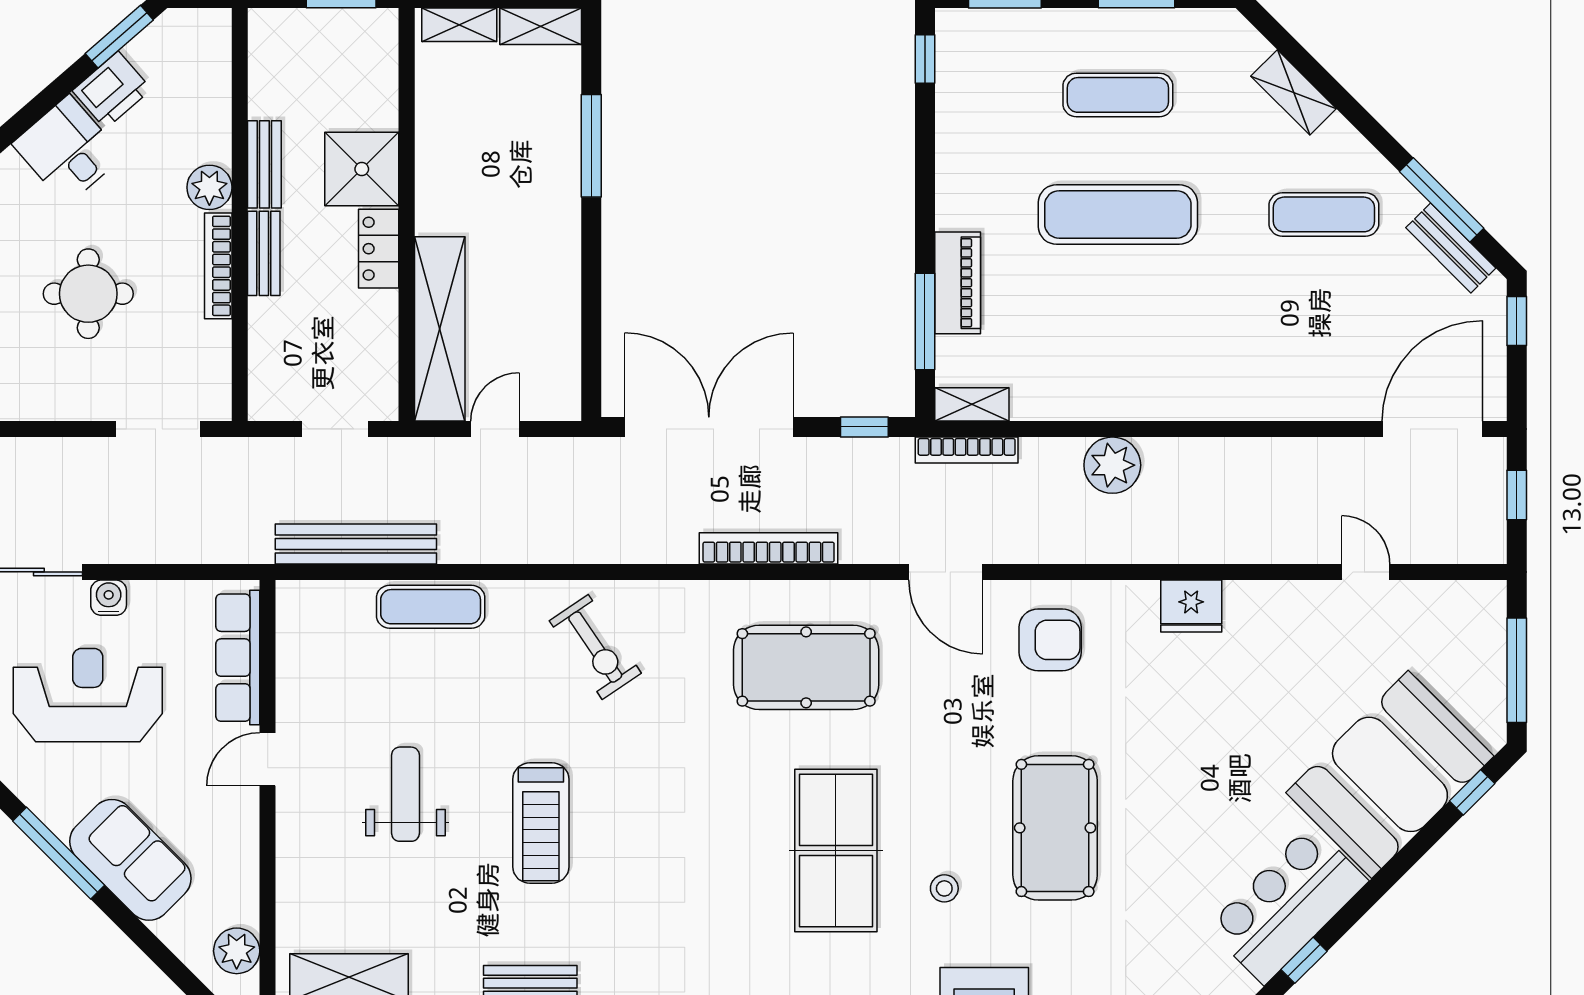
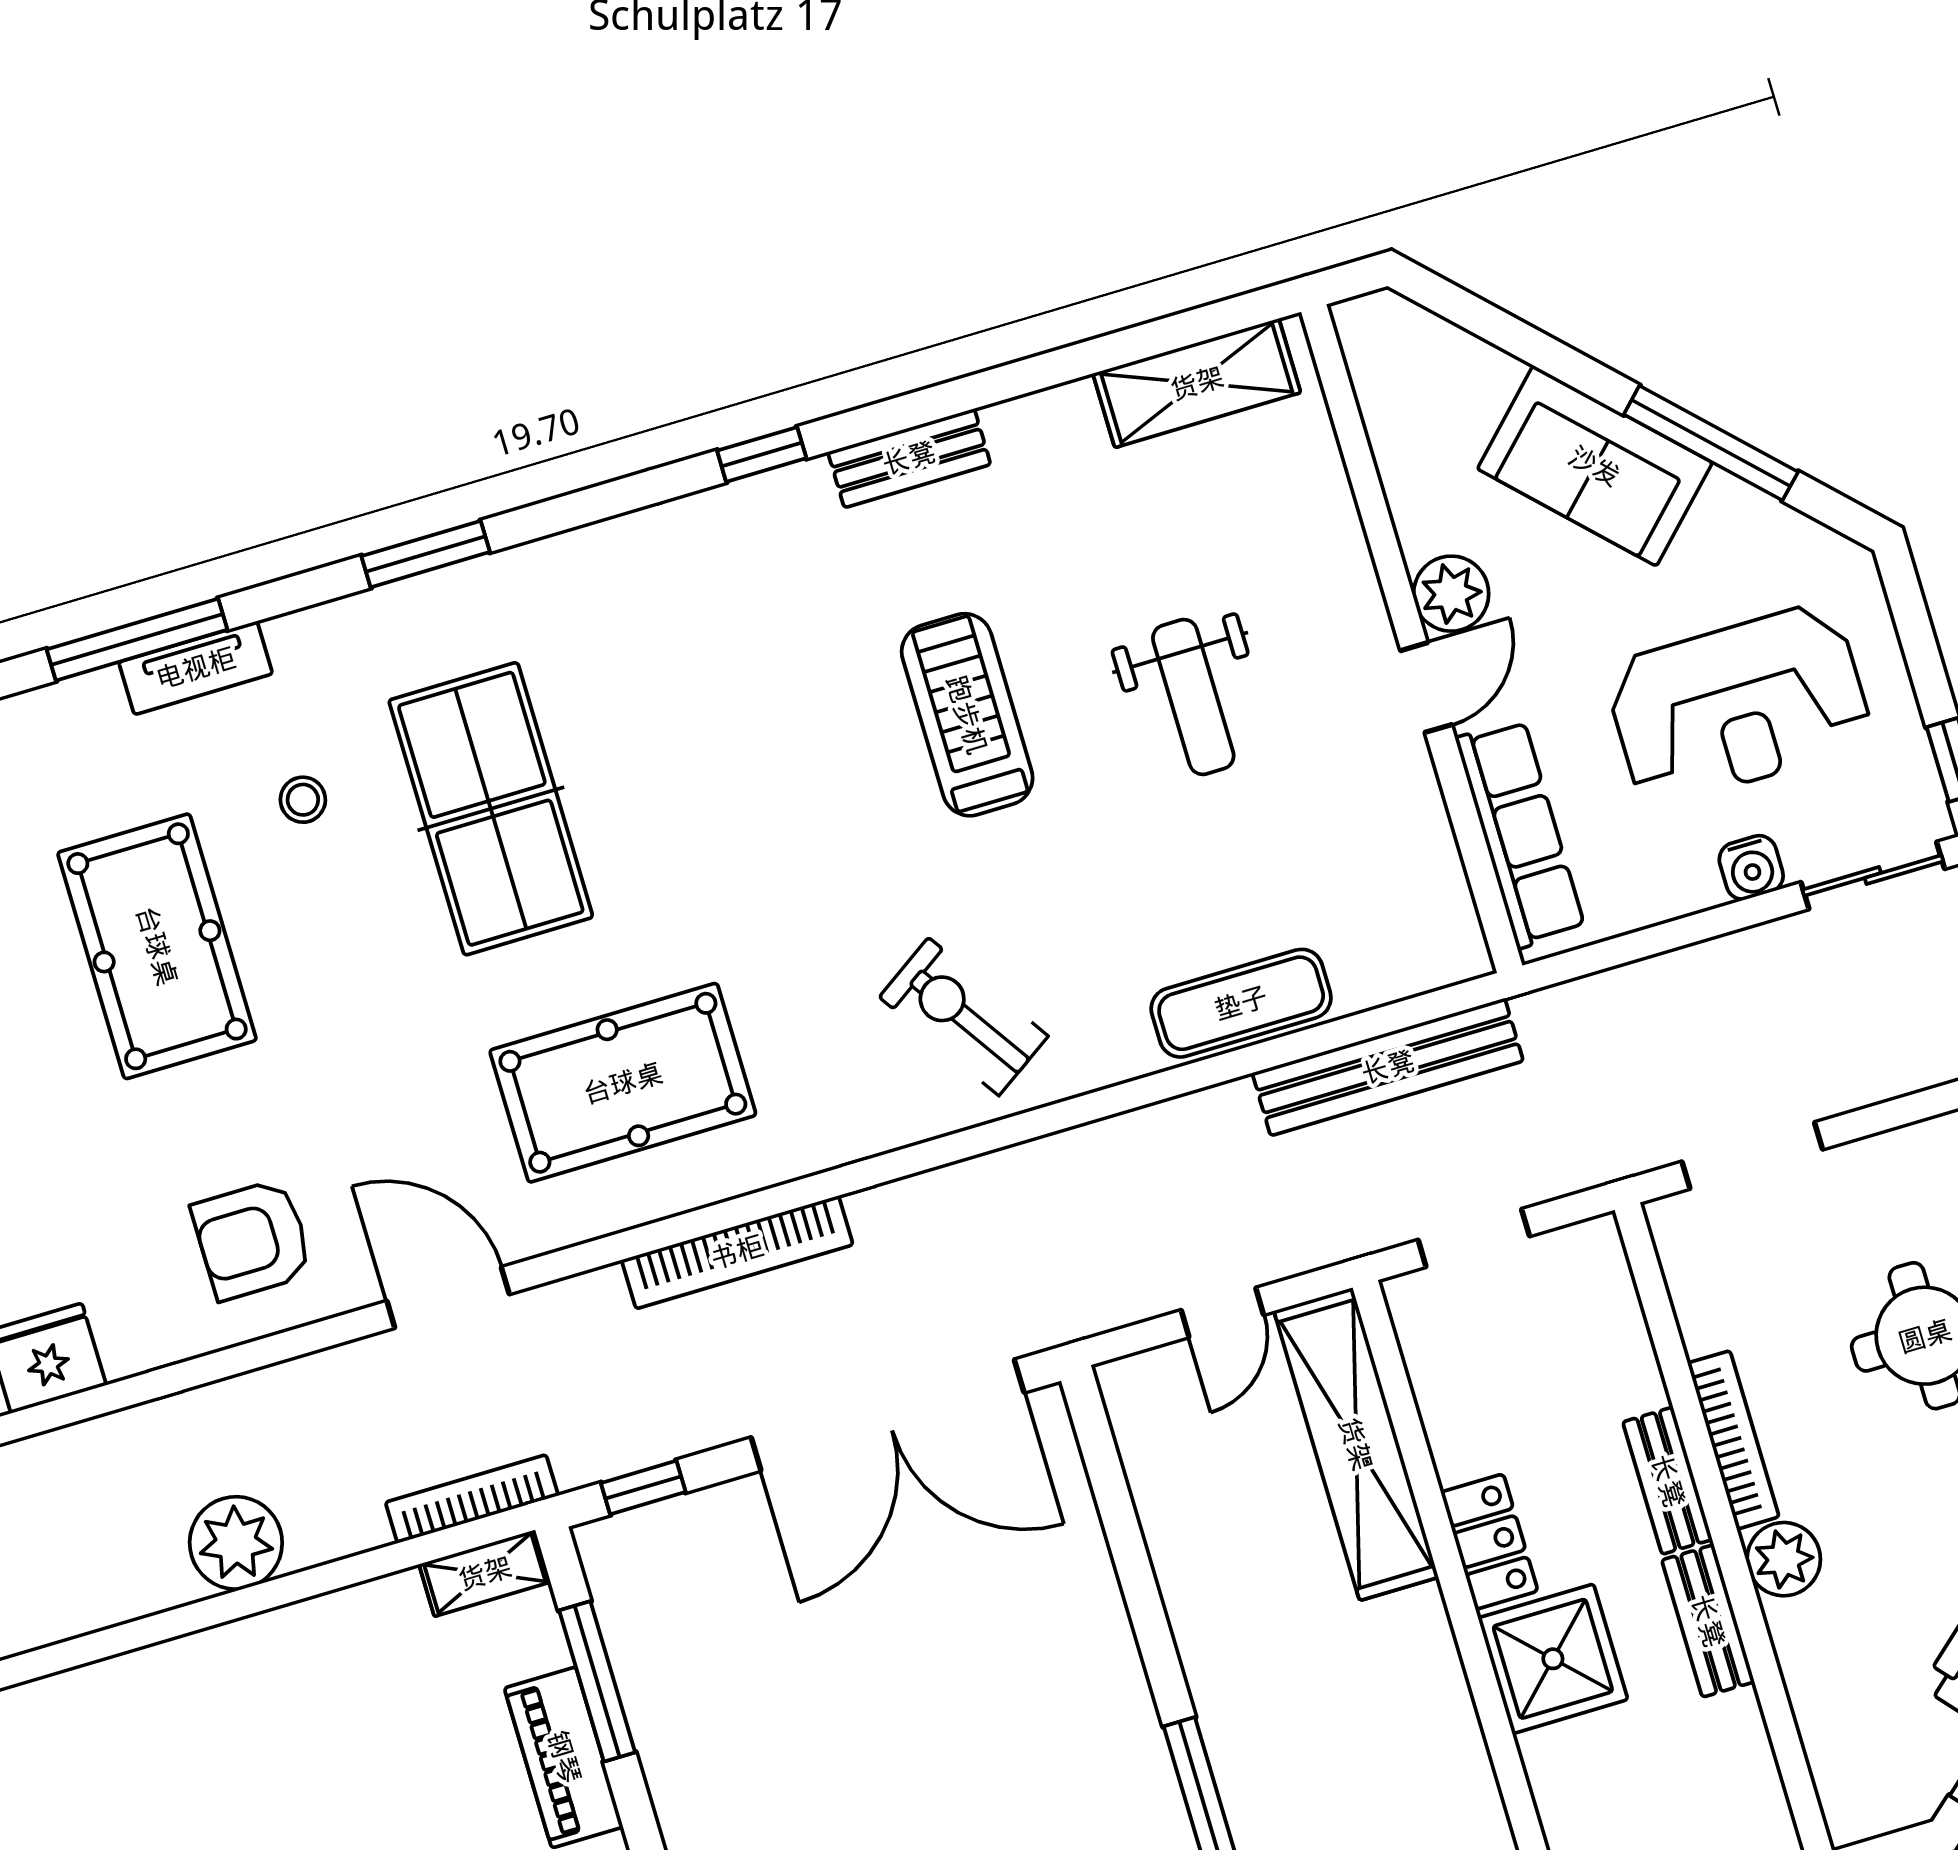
plant: (237, 951) -> (1451, 594), moved

